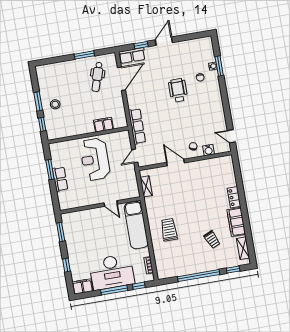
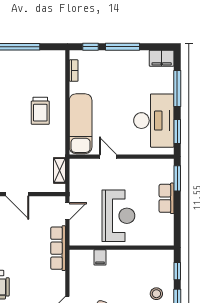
filing cabinet: (103, 125) -> (100, 257), width x0.50
window: (50, 170) -> (177, 178), moved
window: (66, 265) -> (177, 89), width x2.17
desk: (112, 272) -> (154, 121), moved, turned 90

